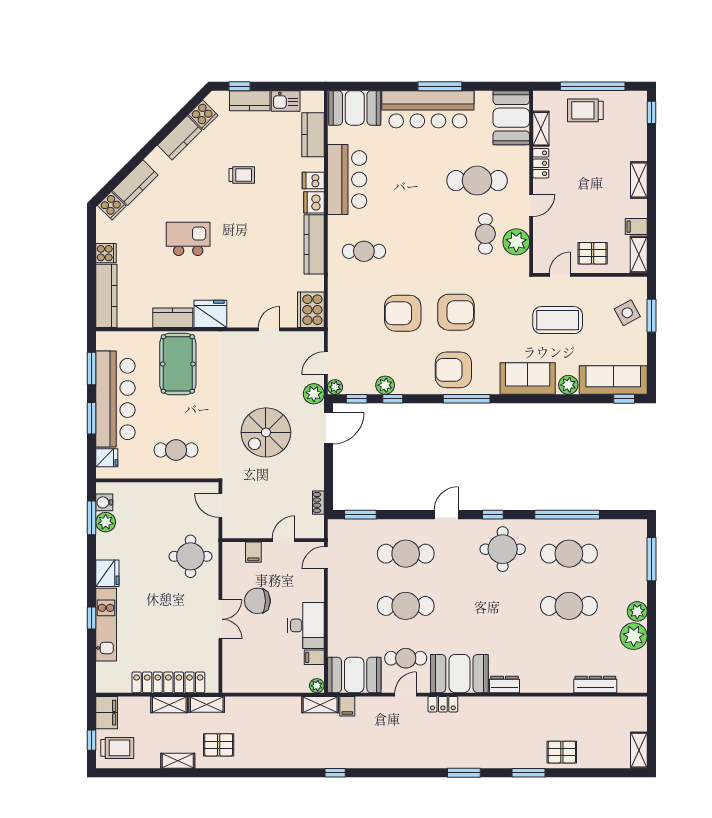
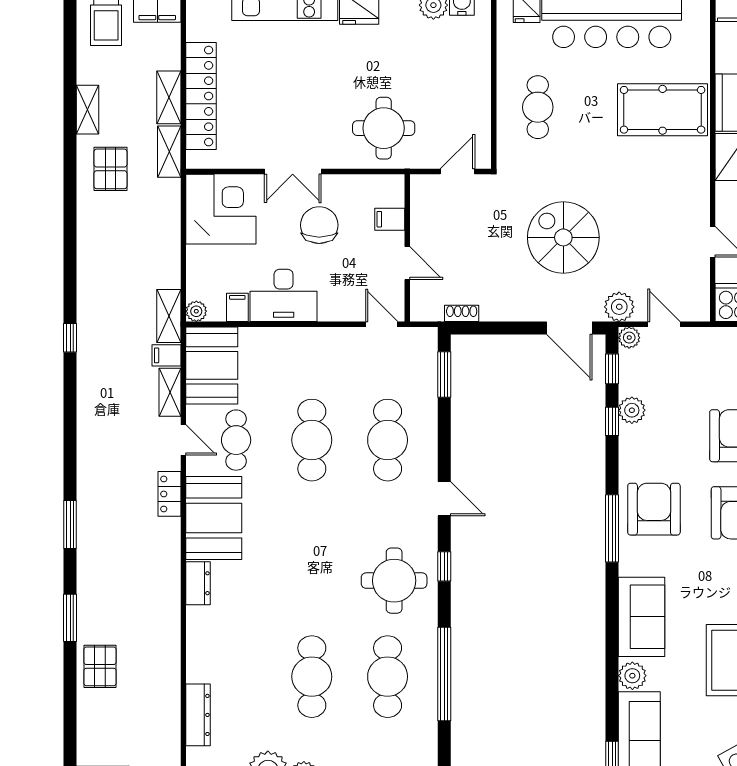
corner desk: (246, 669) -> (221, 209), added
shelving: (373, 704) -> (170, 392), added

